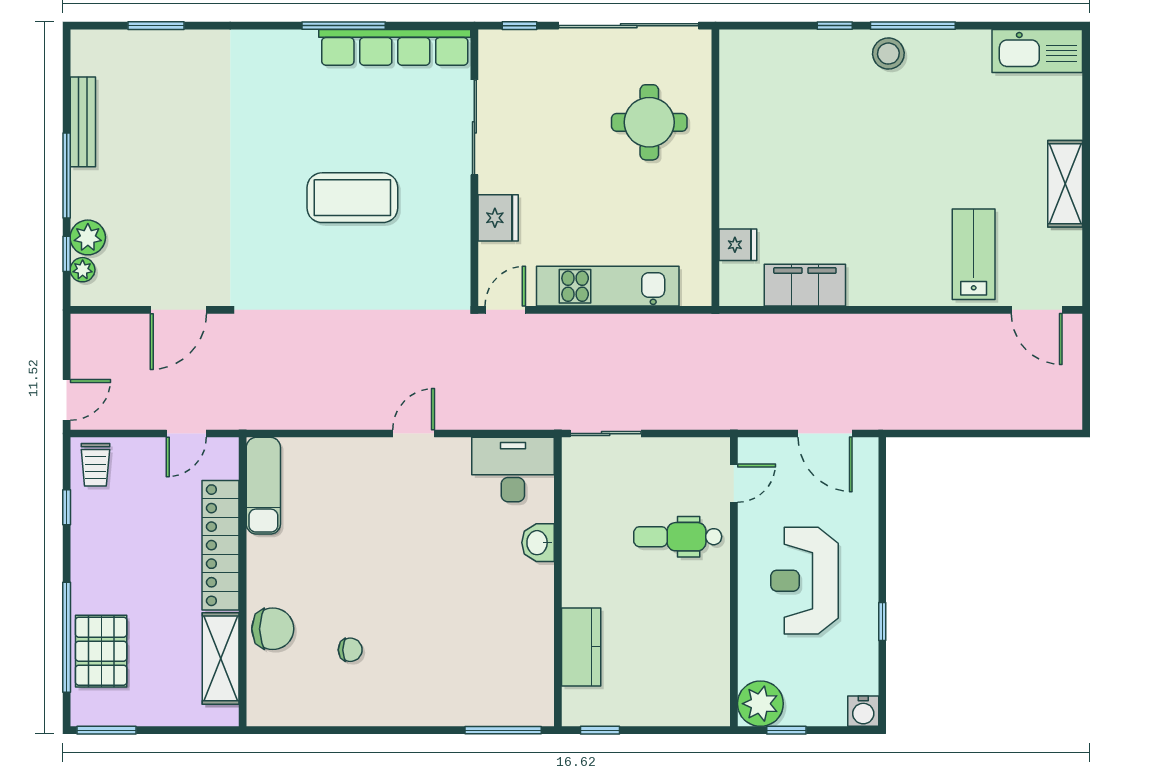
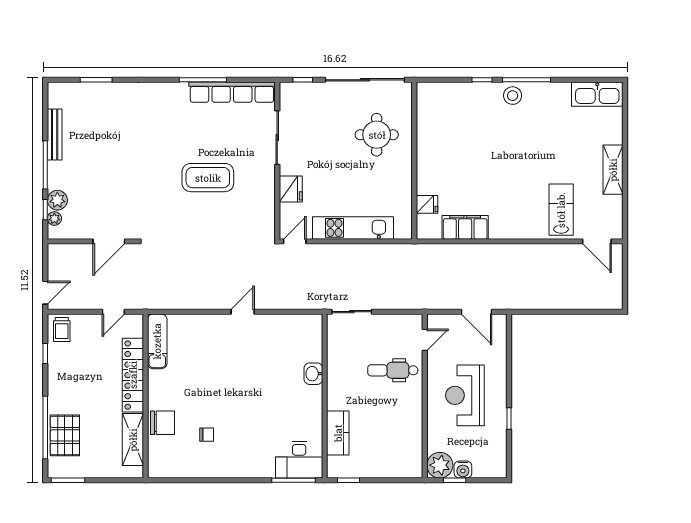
desk: (513, 470) -> (299, 460), moved, turned 180
water cooler: (863, 711) -> (463, 469), moved

